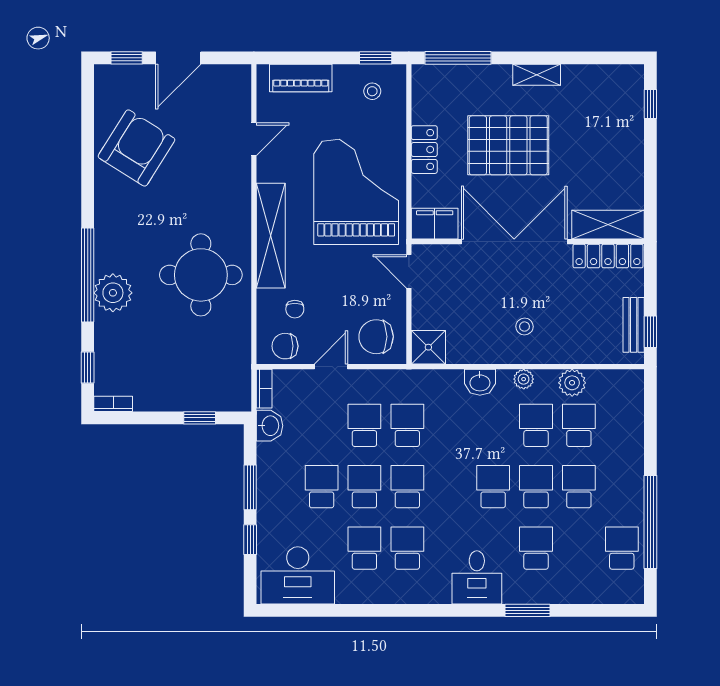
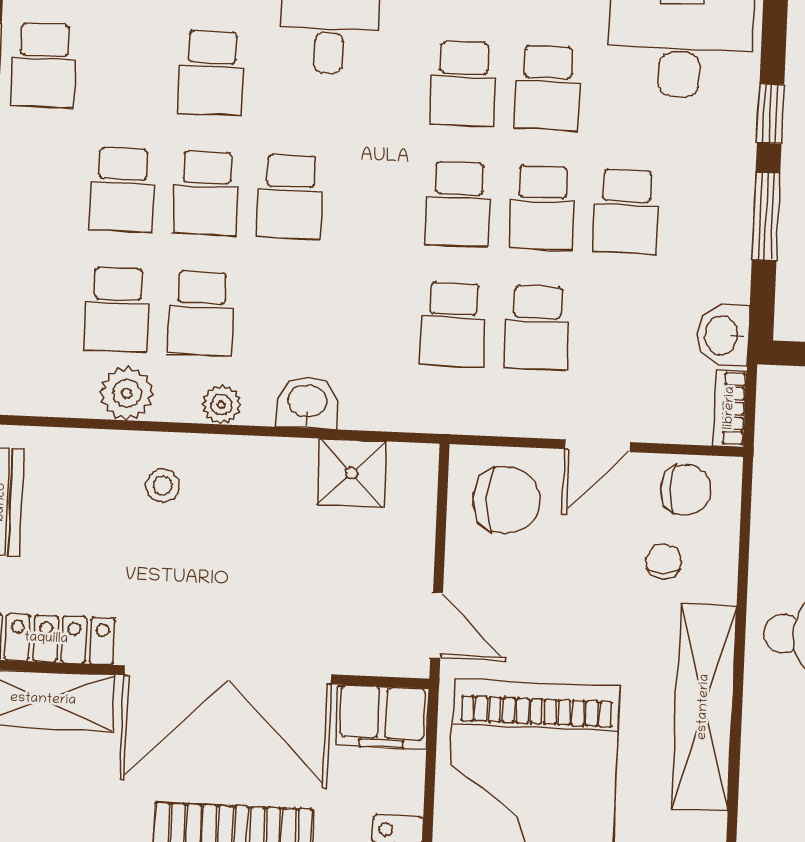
stool: (525, 327) -> (163, 486), moved
shower: (428, 347) -> (352, 473), moved

